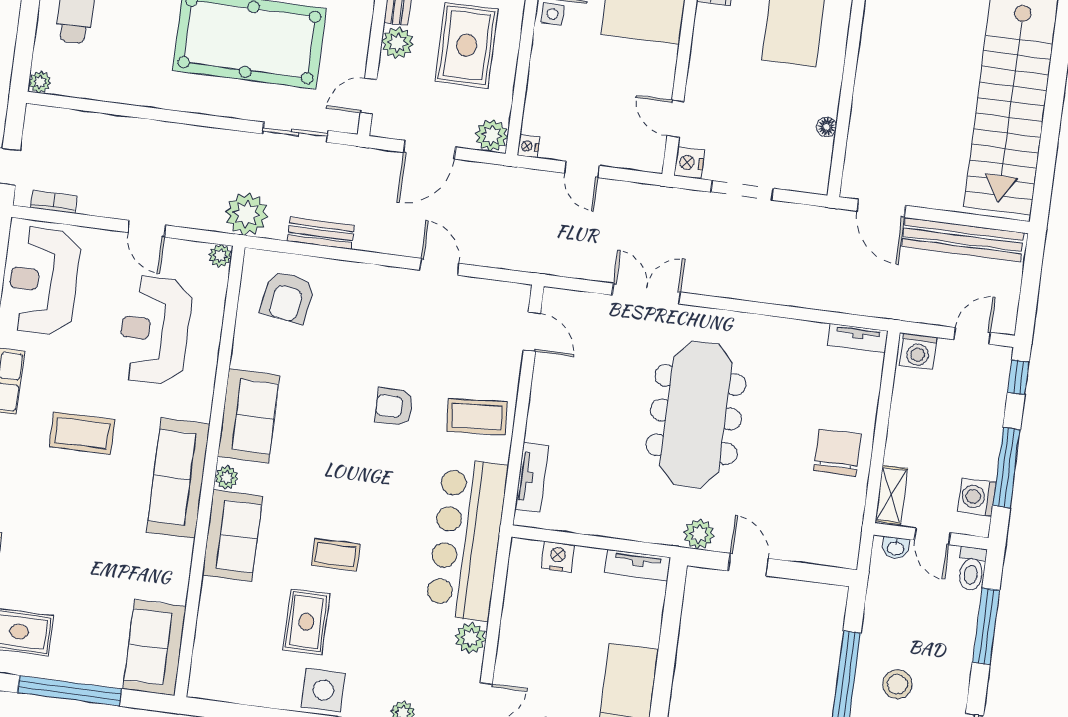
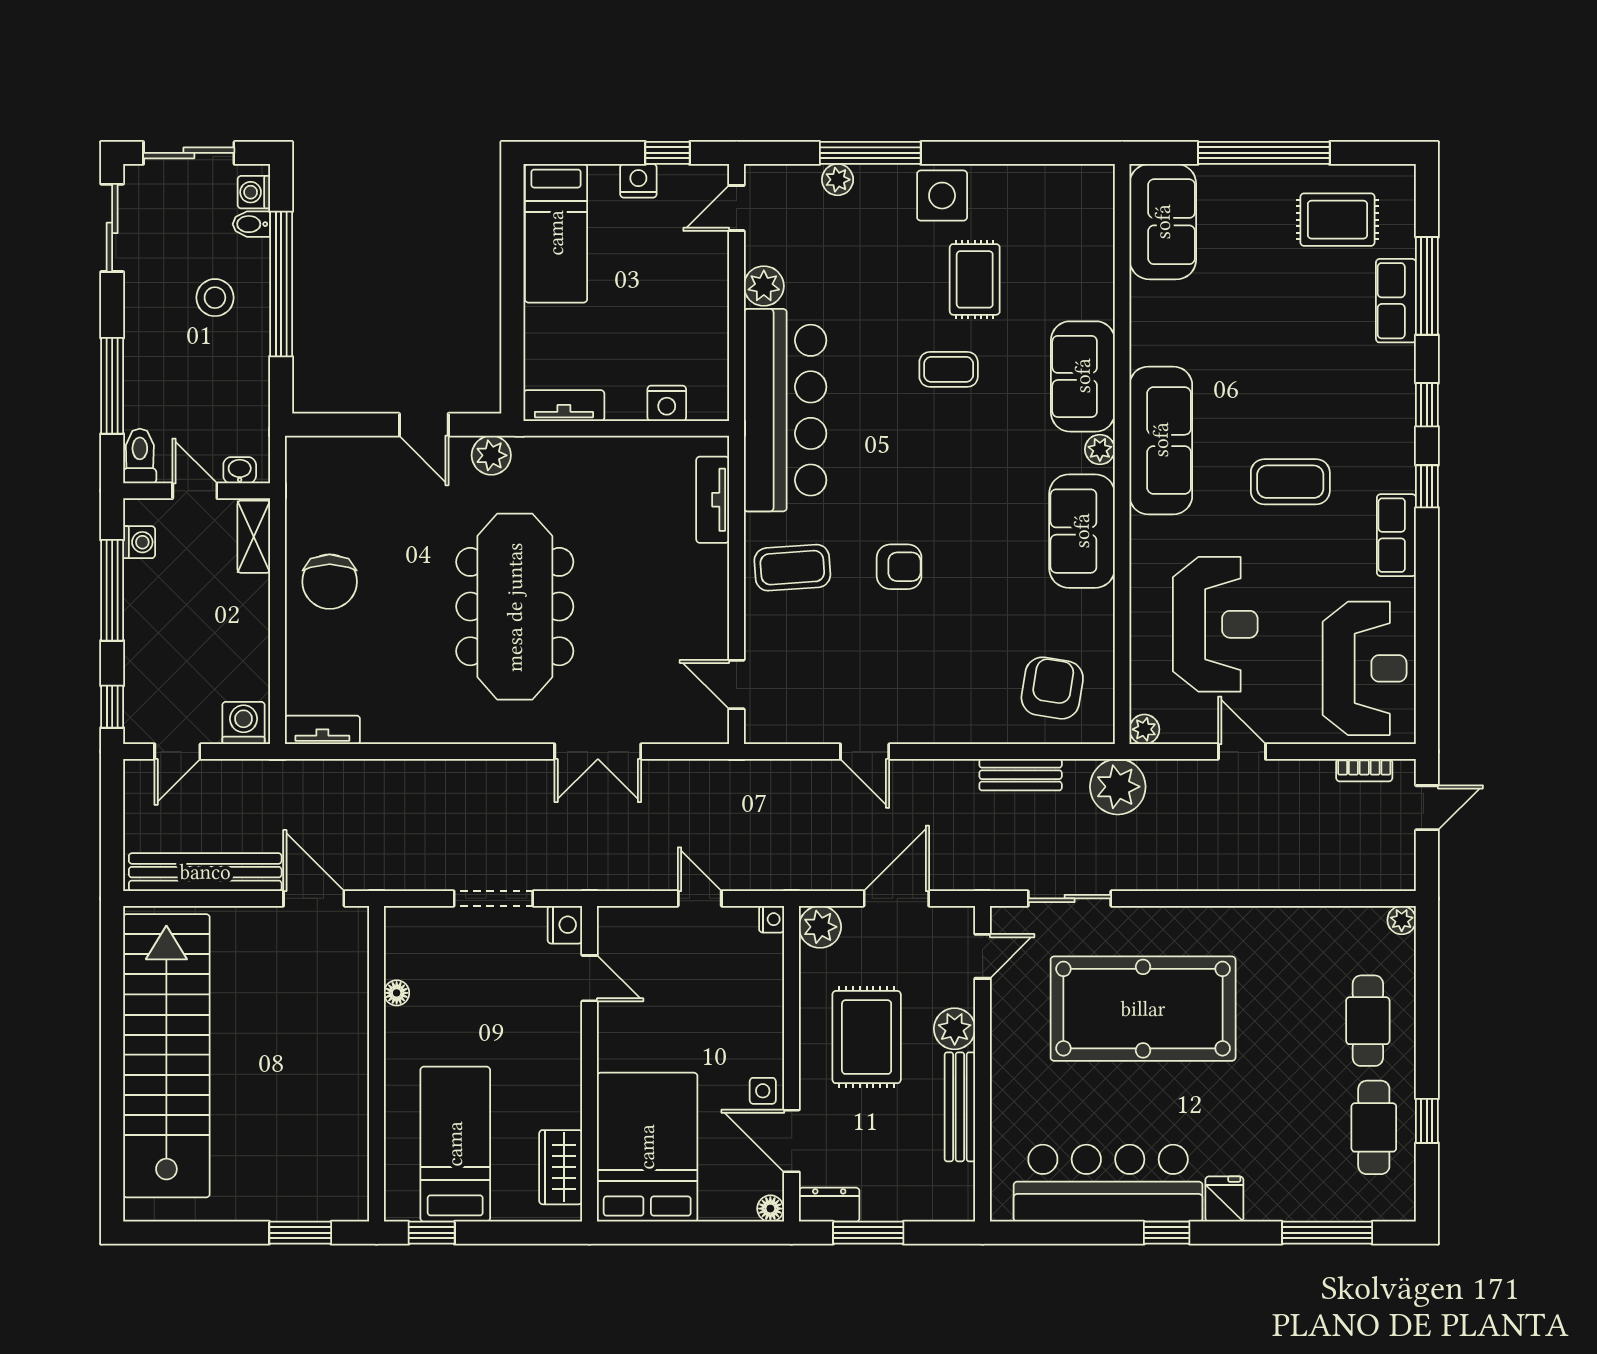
washing machine: (977, 497) -> (139, 542), width x0.73, depth x0.73

